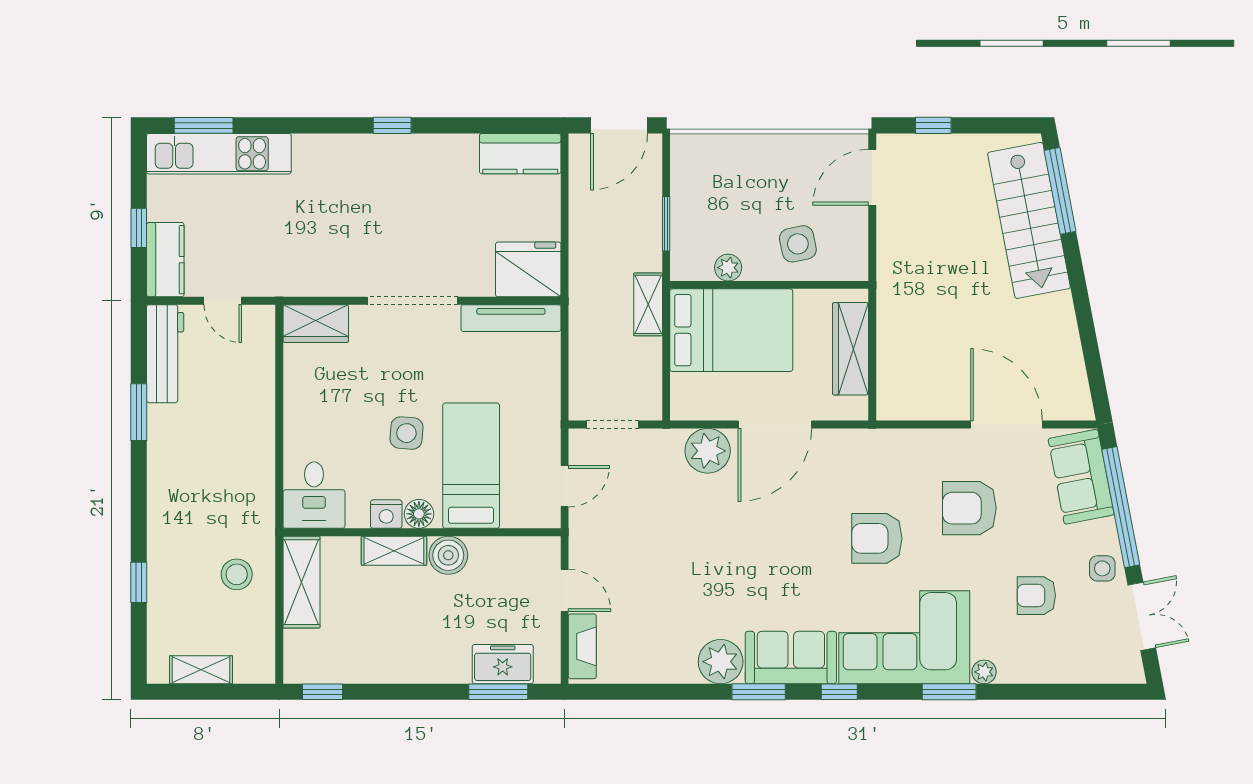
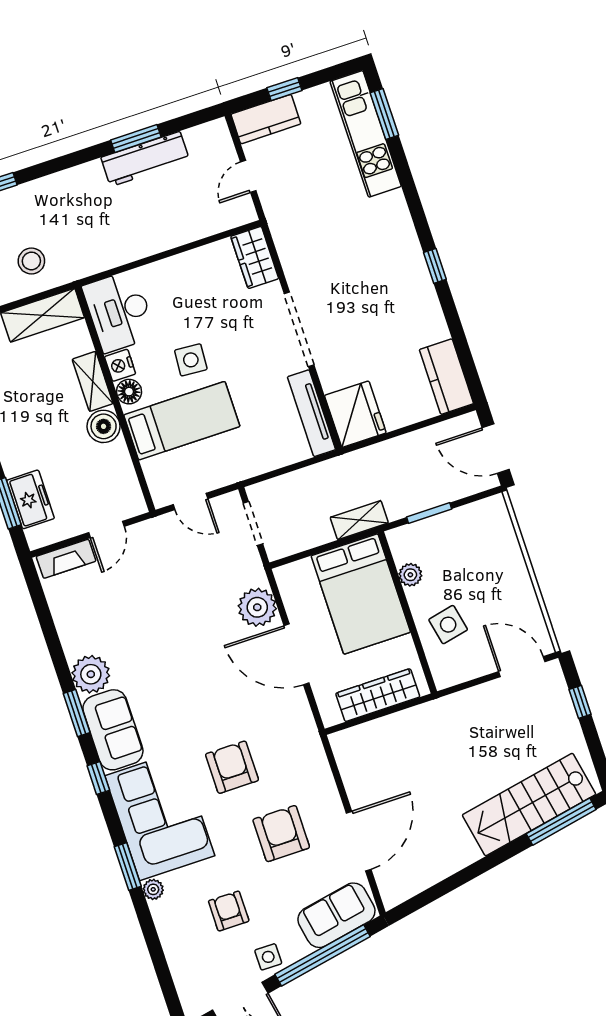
workbench: (165, 354) -> (145, 159), moved
desk: (314, 495) -> (119, 311), width x1.37

